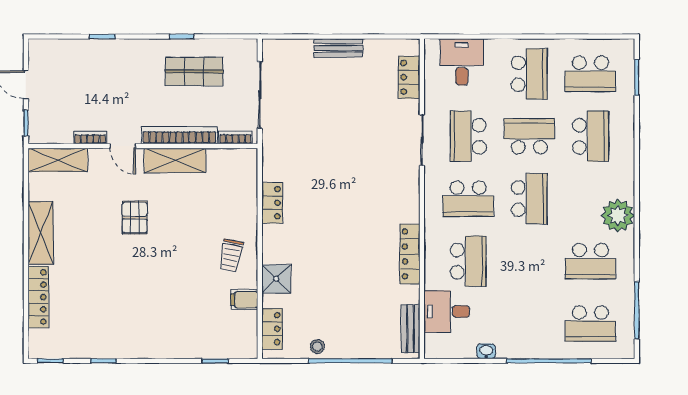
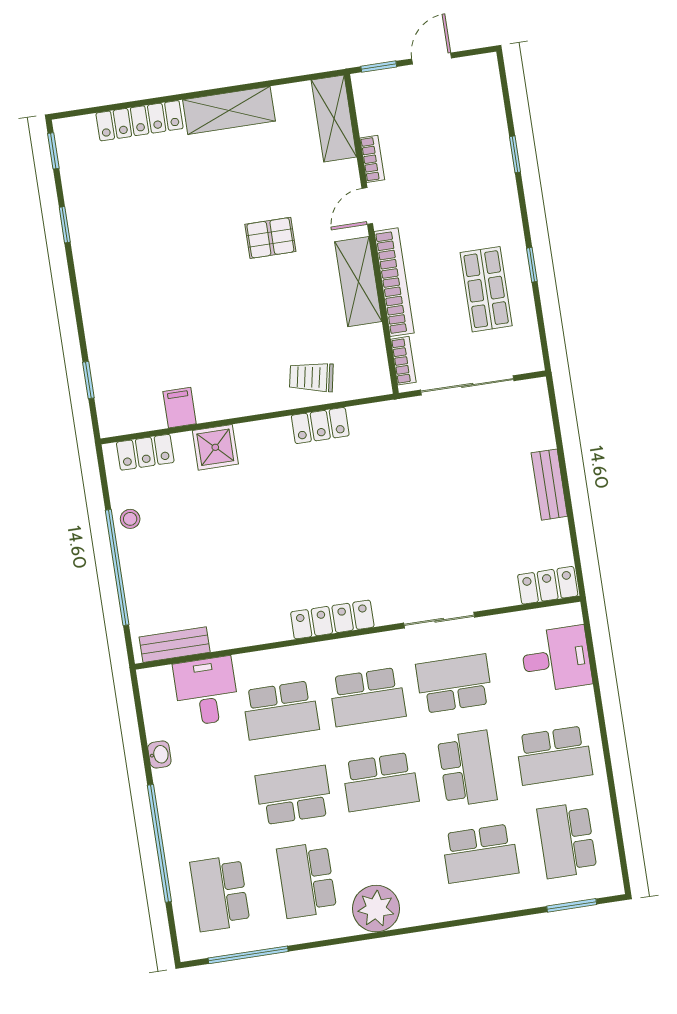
locker: (409, 77) -> (548, 585), moved
school desk: (468, 199) -> (367, 697), turned -90
locker: (410, 254) -> (332, 620), moved
trolley: (231, 256) -> (311, 377), moved
school desk: (529, 261) -> (294, 795), added

